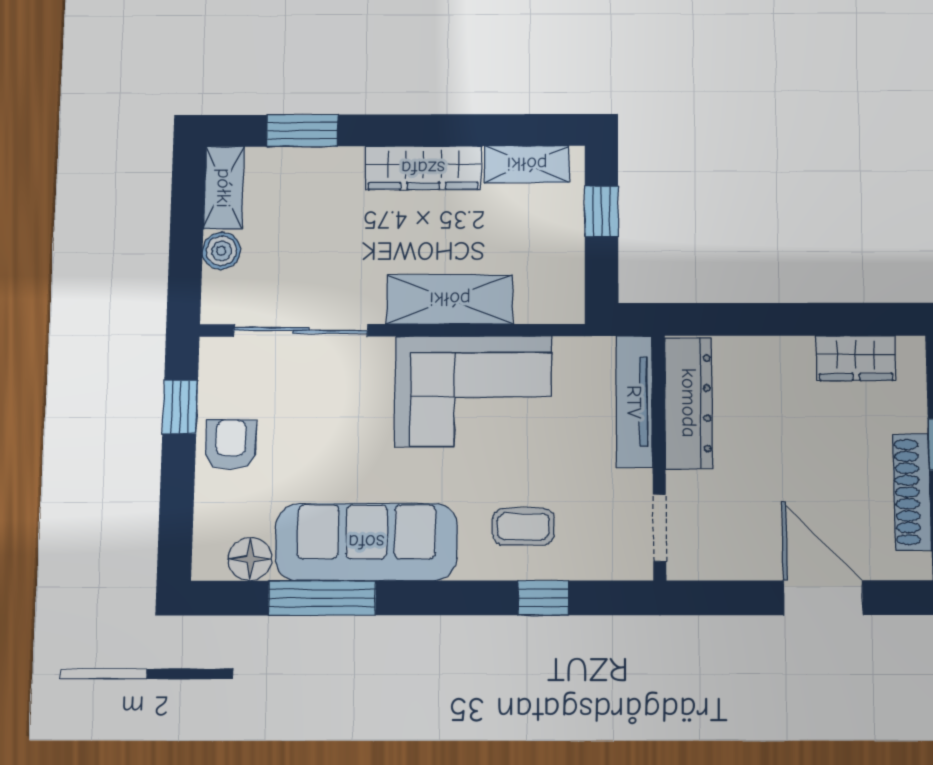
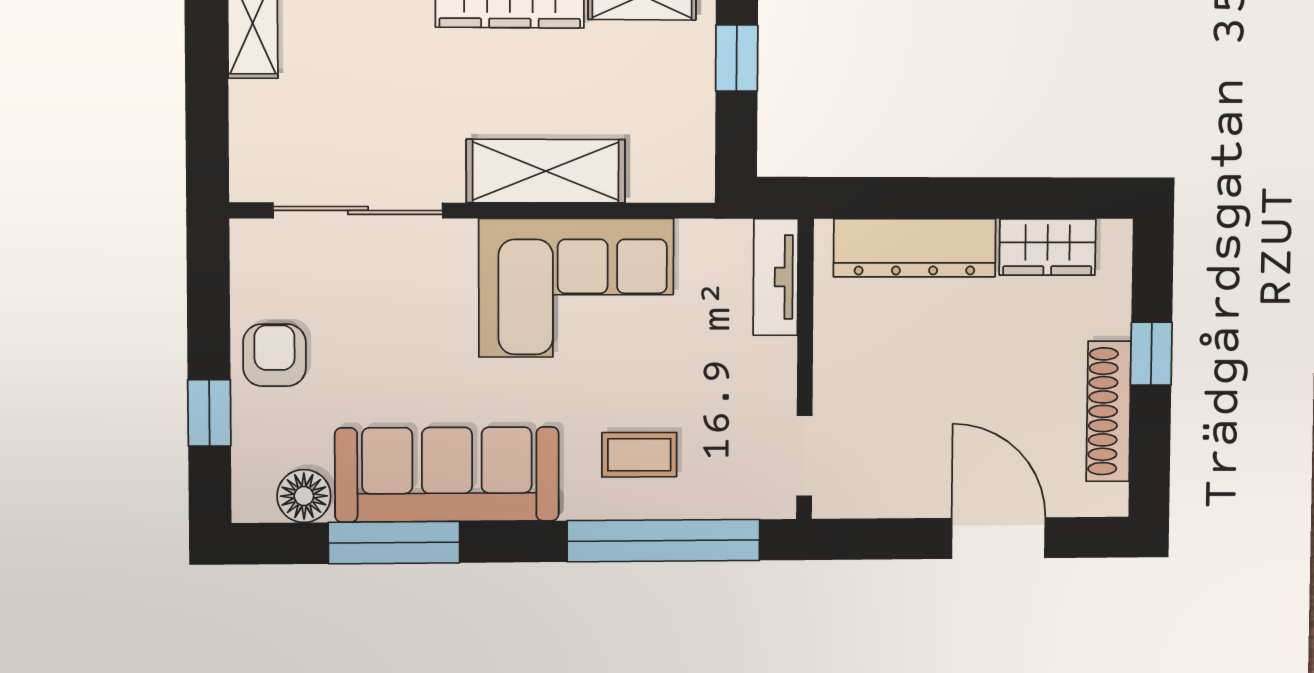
boiler: (221, 251) -> (253, 107), removed
tv unit: (634, 402) -> (776, 277), width x0.71
dresser: (689, 403) -> (915, 248), moved, turned 90
window: (180, 407) -> (209, 413), moved
window: (543, 598) -> (664, 541), width x3.17

